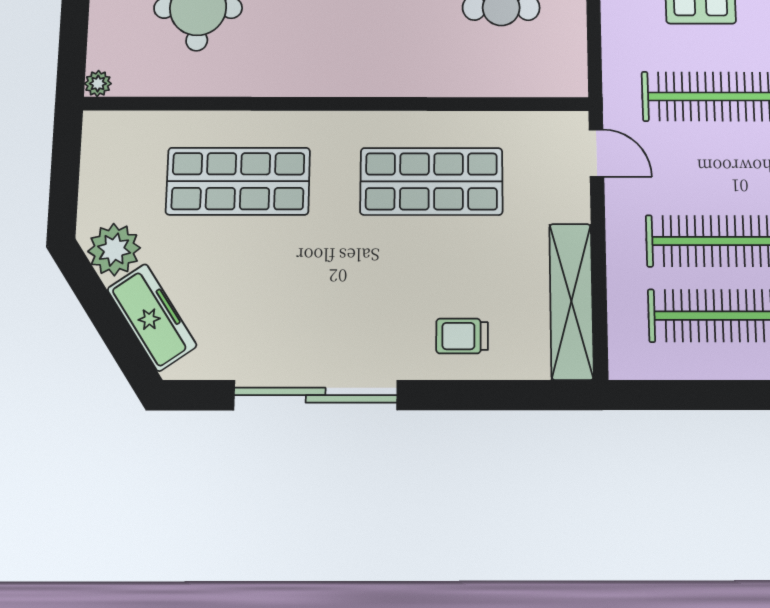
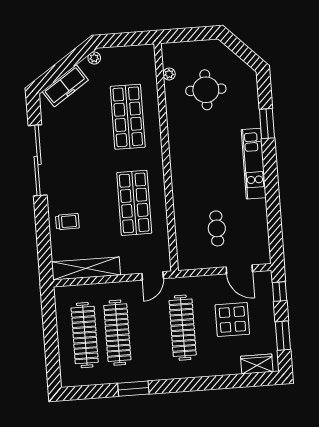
plant: (98, 84) -> (169, 74), moved
plant: (114, 250) -> (94, 58), width x0.53, depth x0.53
trolley: (462, 336) -> (67, 222), turned 89

